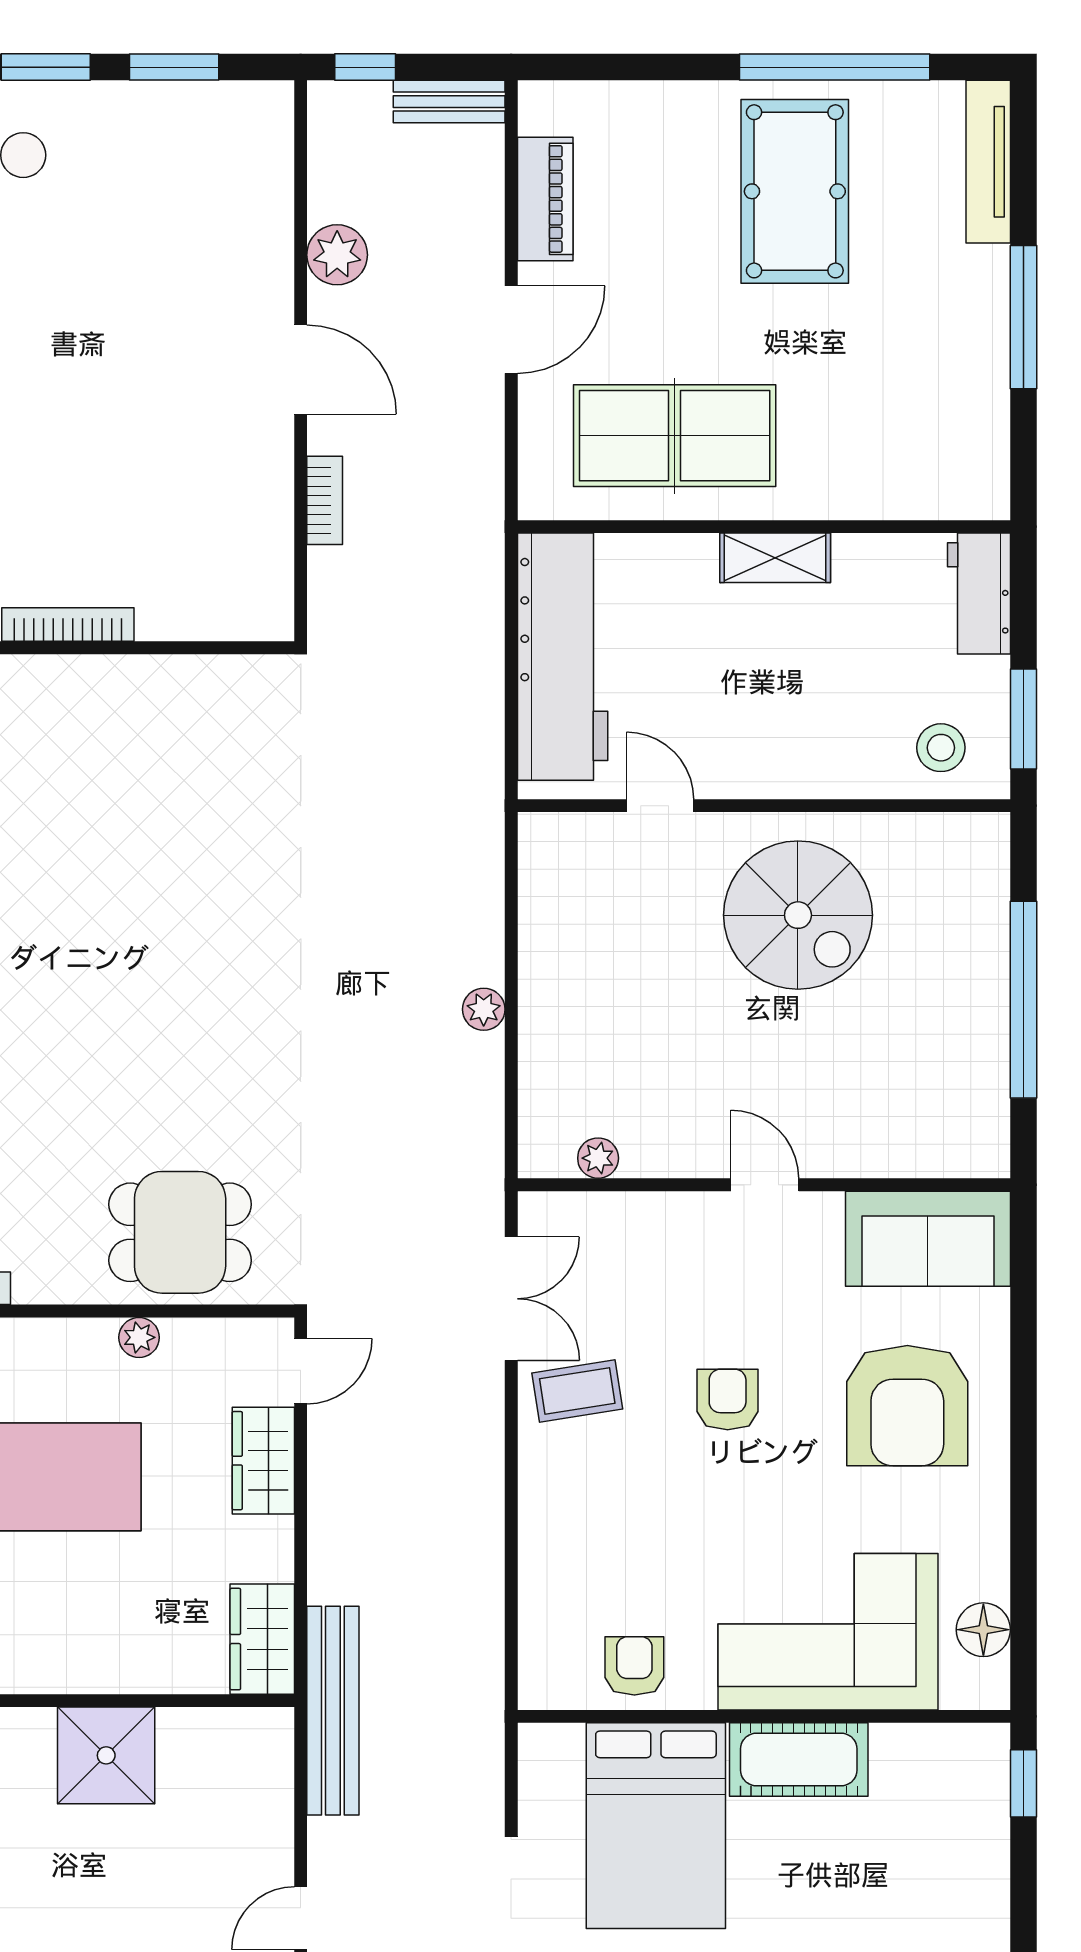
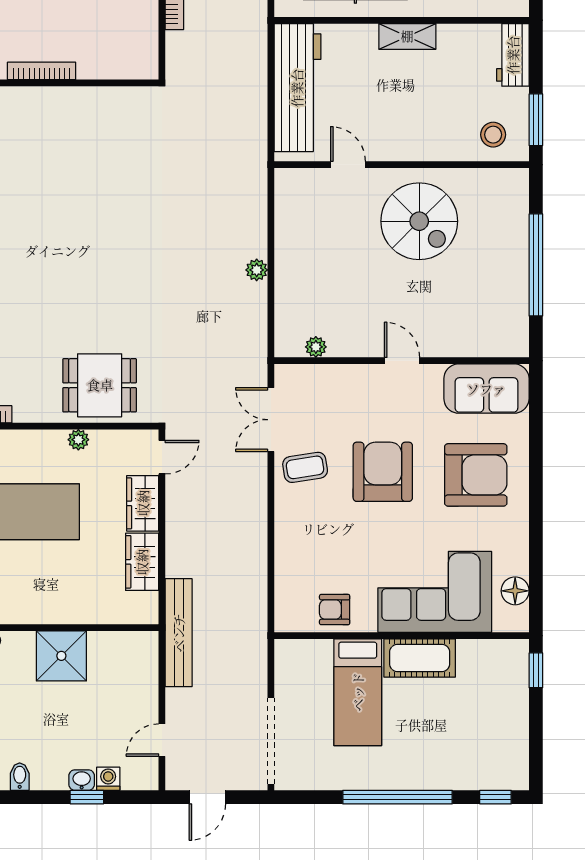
double door: (511, 1299) -> (271, 420), swing flipped
armchair: (728, 1399) -> (383, 472), width x1.88, depth x1.88
armchair: (907, 1406) -> (476, 475), turned -90
wardrobe: (262, 1639) -> (142, 562), moved
armchair: (634, 1666) -> (335, 610), turned -90
bed: (656, 1826) -> (358, 692), width x0.67

